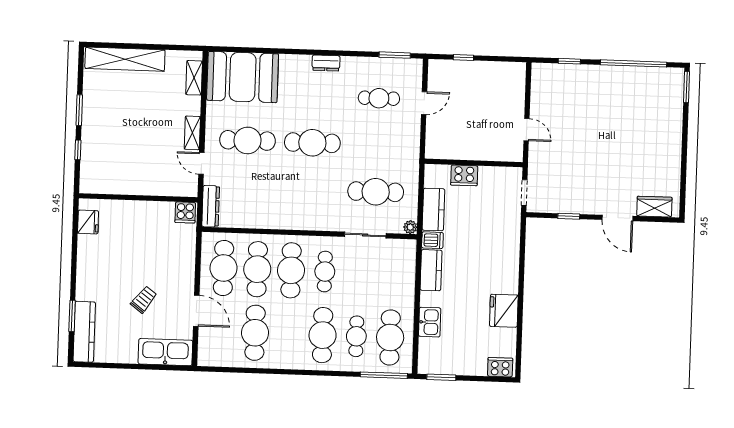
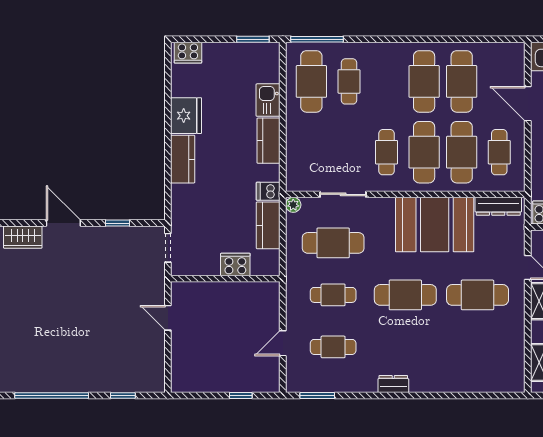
booth: (243, 77) -> (435, 225), moved
cafe table: (377, 145) -> (333, 295), added
dresser: (211, 206) -> (498, 206), moved, turned -90
cafe table: (224, 268) -> (499, 152), width x0.73, depth x0.74
kitchen counter: (431, 270) -> (269, 141), moved
kitchen counter: (508, 272) -> (183, 159), added
cafe table: (323, 335) -> (424, 81), moved

